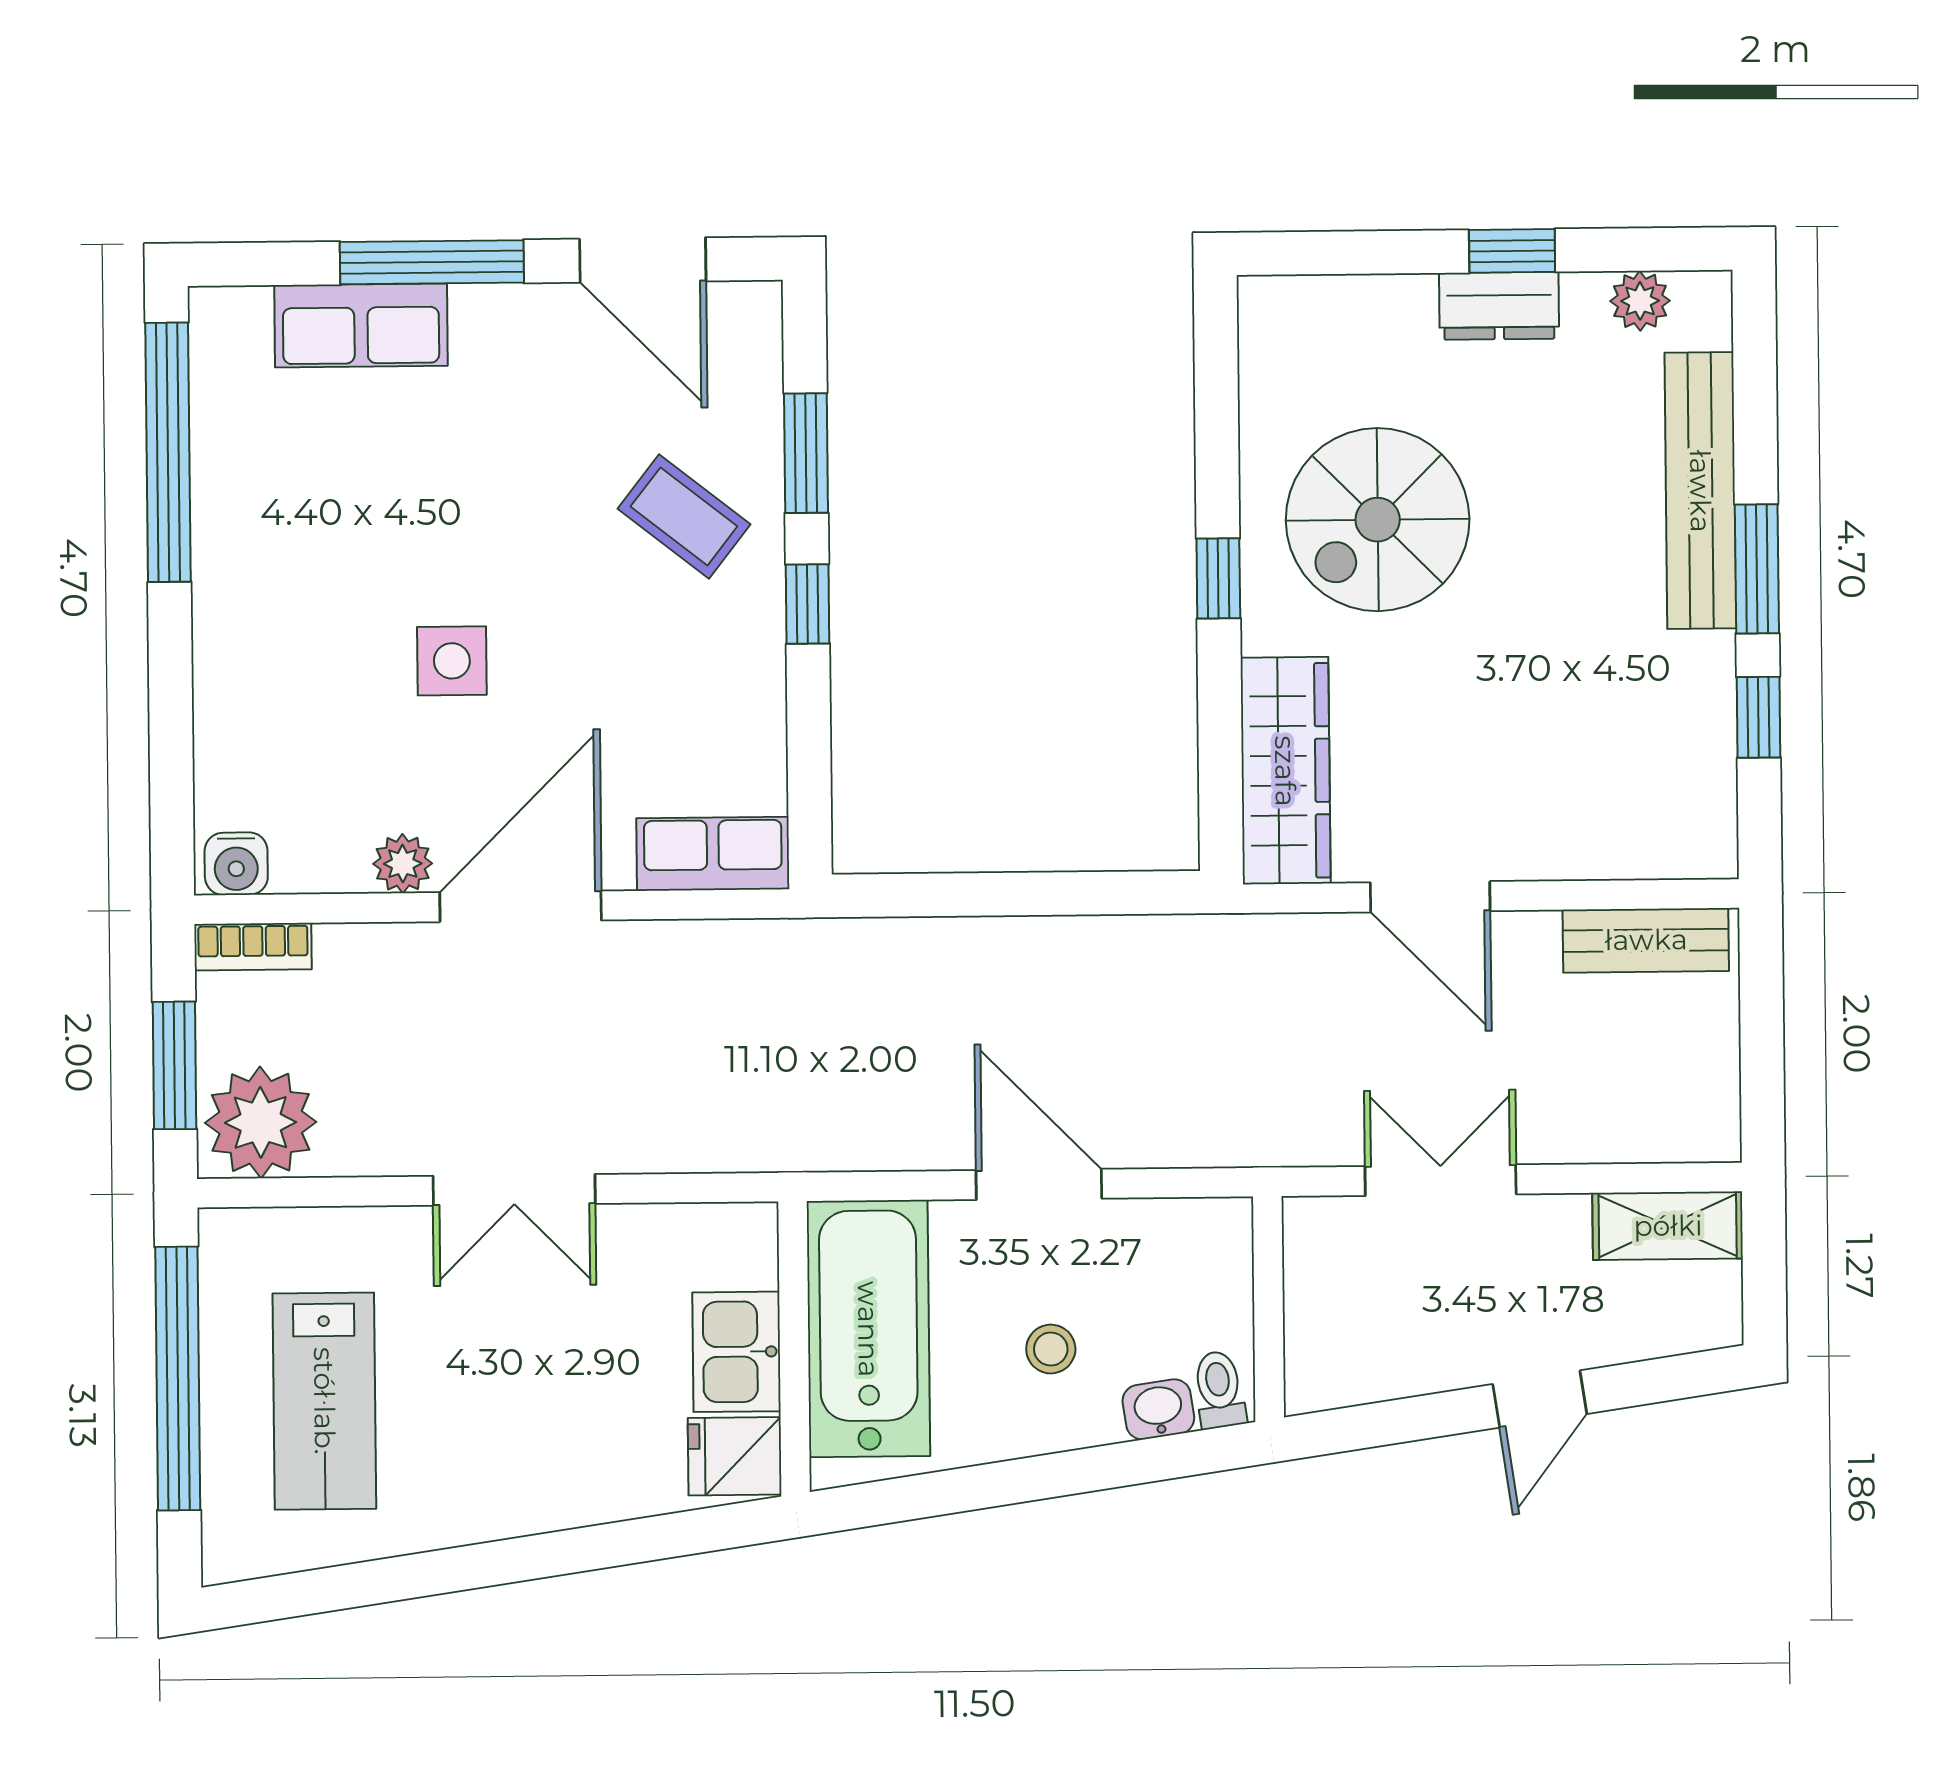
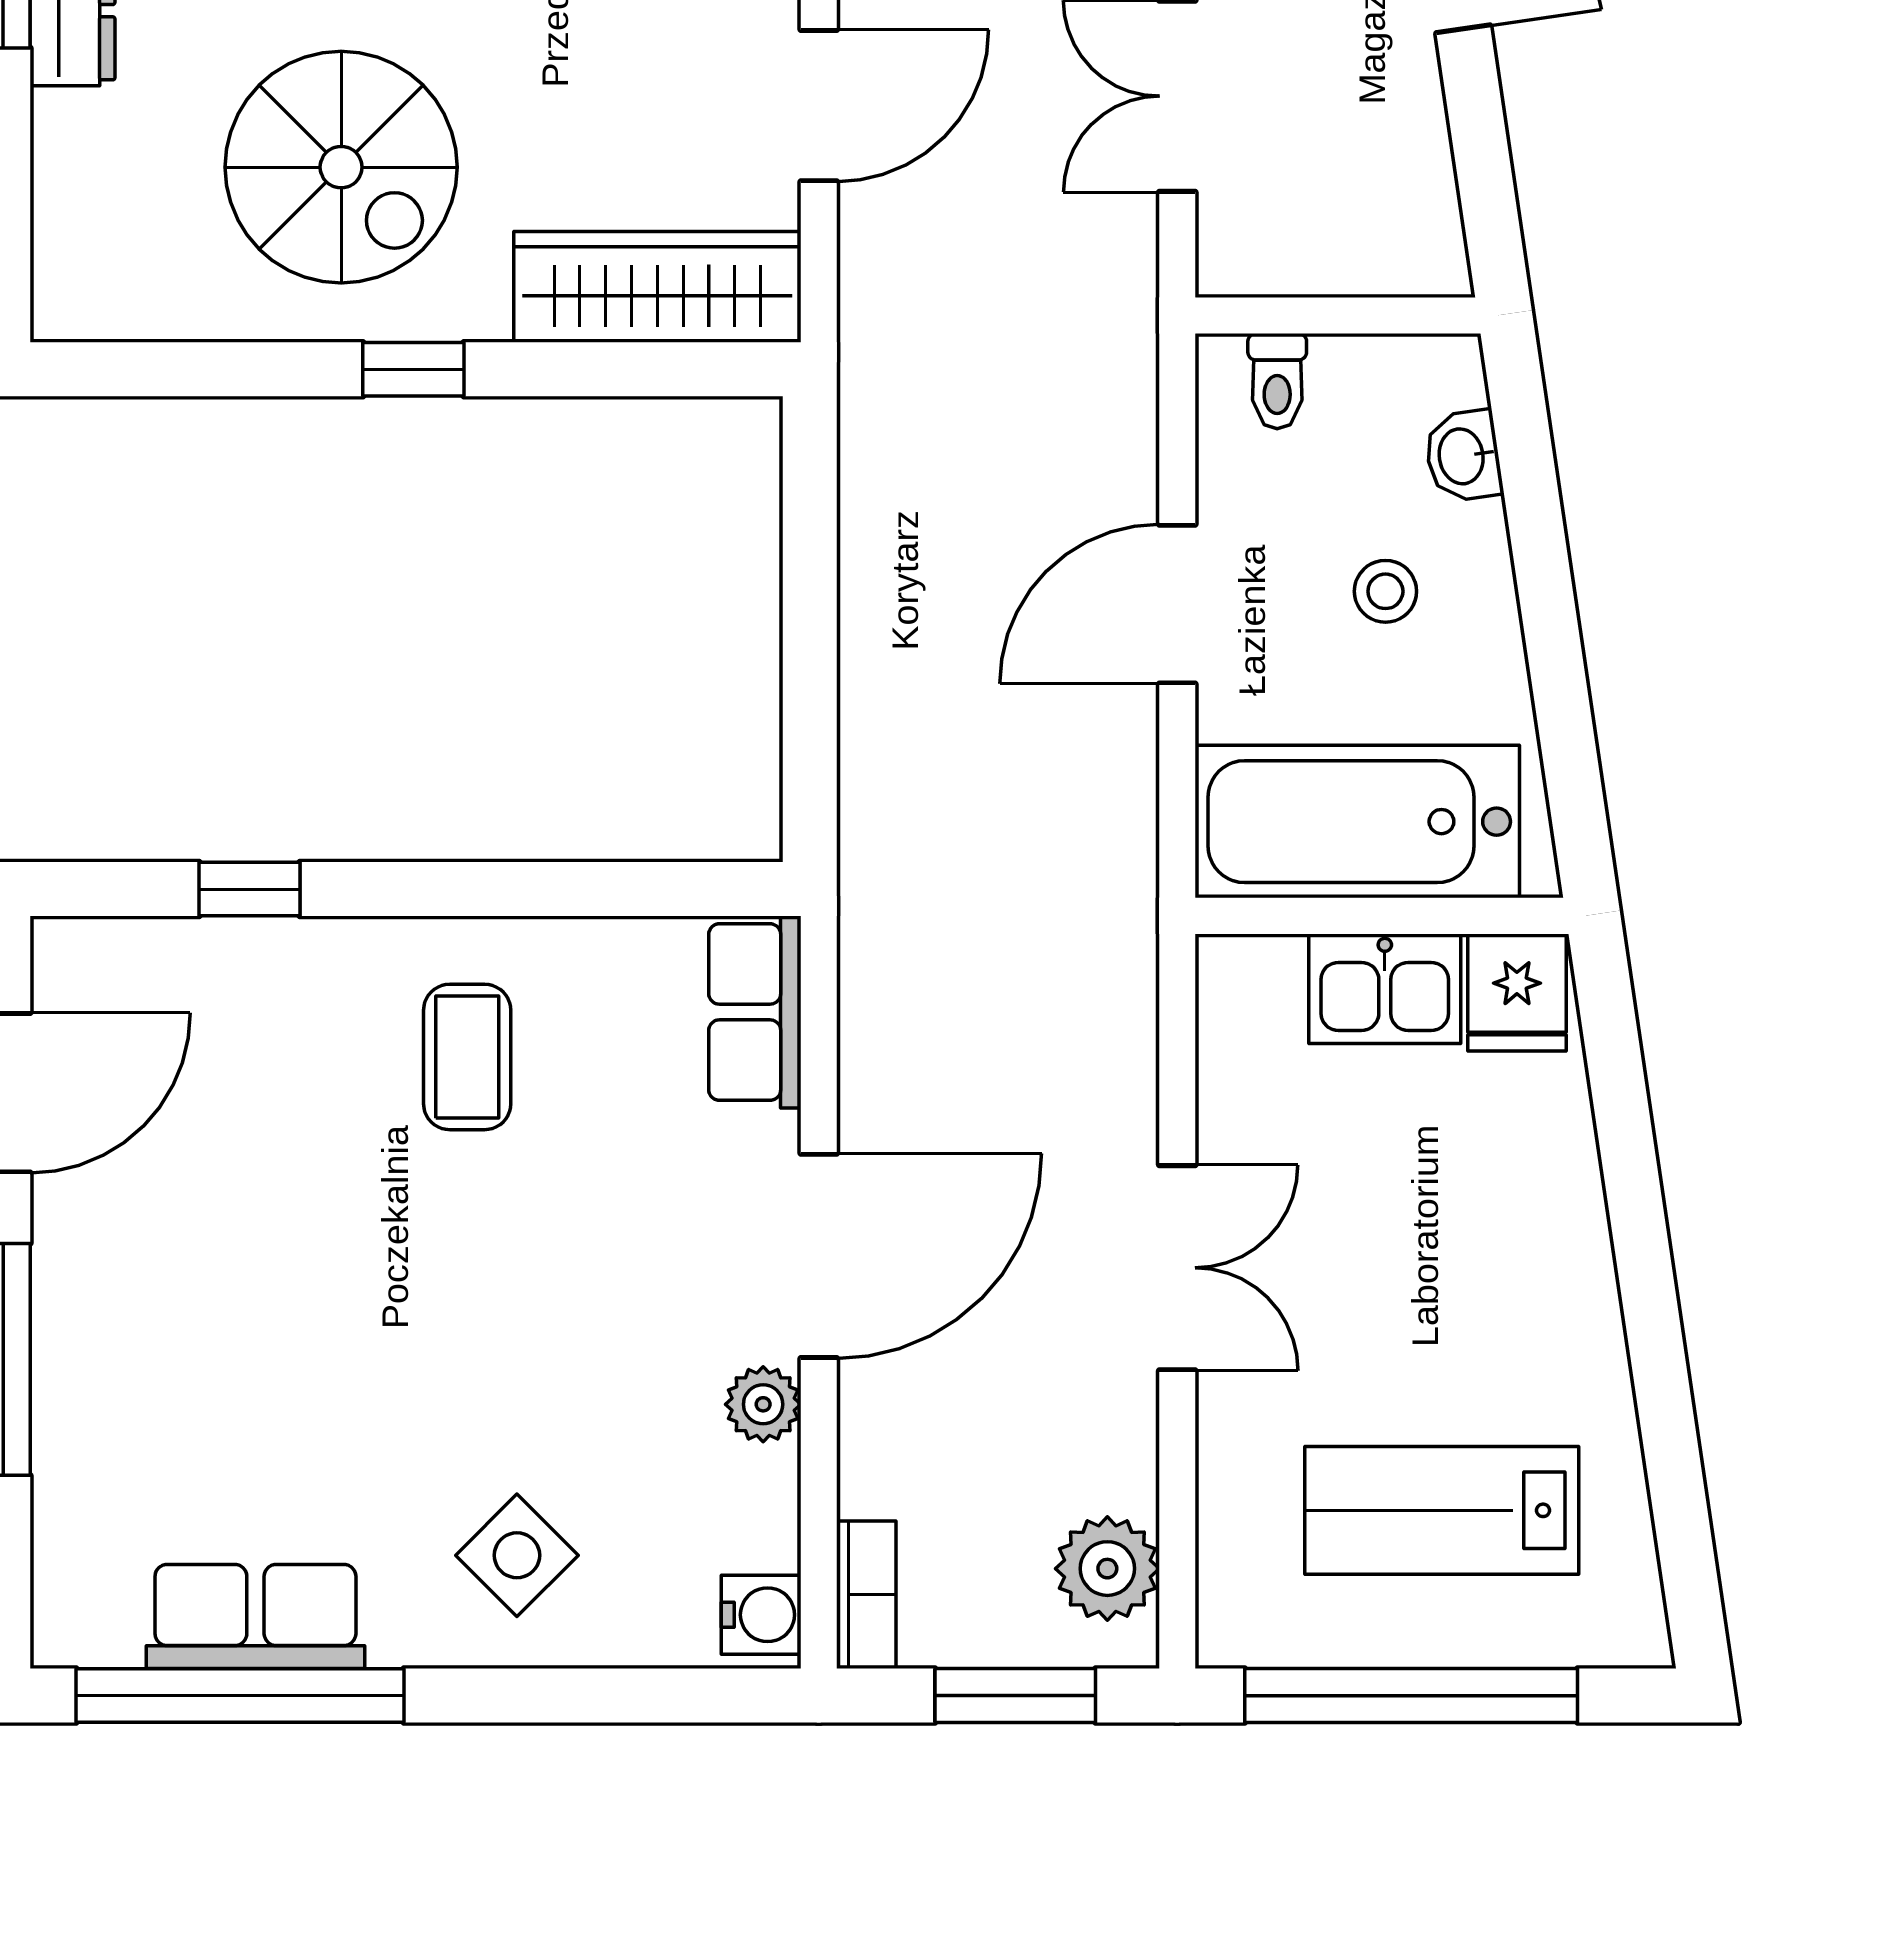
row of seats: (361, 326) -> (255, 1616), moved, turned -90
window: (806, 453) -> (250, 889), width x0.67
coffee table: (684, 516) -> (467, 1057), moved, turned -38
window: (808, 604) -> (440, 889), removed
side table: (452, 661) -> (517, 1555), moved, turned 45
door: (521, 906) -> (819, 1256), swing flipped
plant: (261, 1122) -> (1107, 1569), width x0.73, depth x0.73
toilet: (1219, 1390) -> (1277, 381), moved, turned -82
lab bench: (324, 1401) -> (1442, 1510), turned 180

